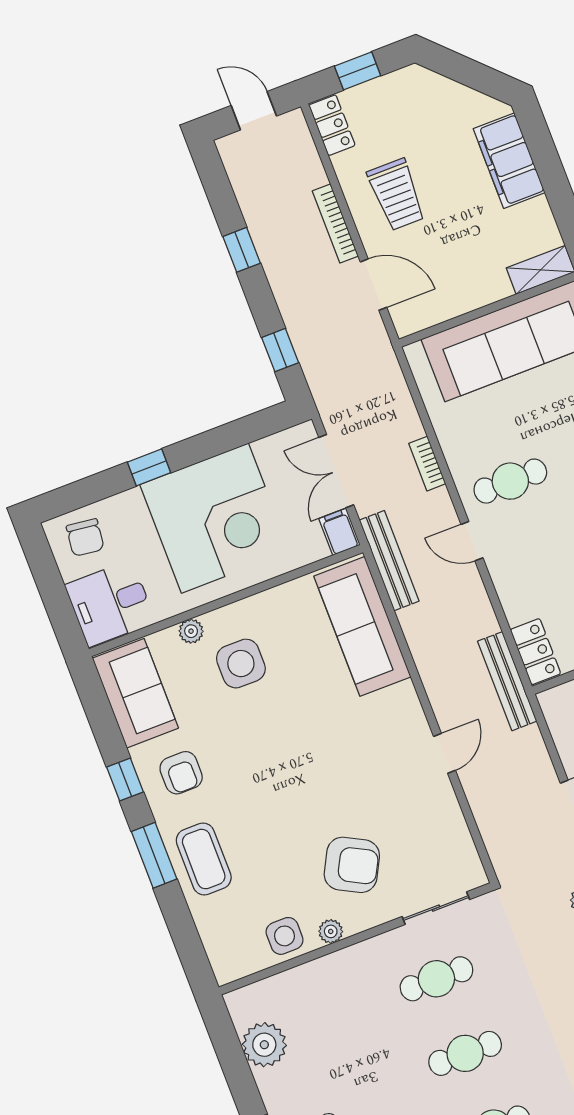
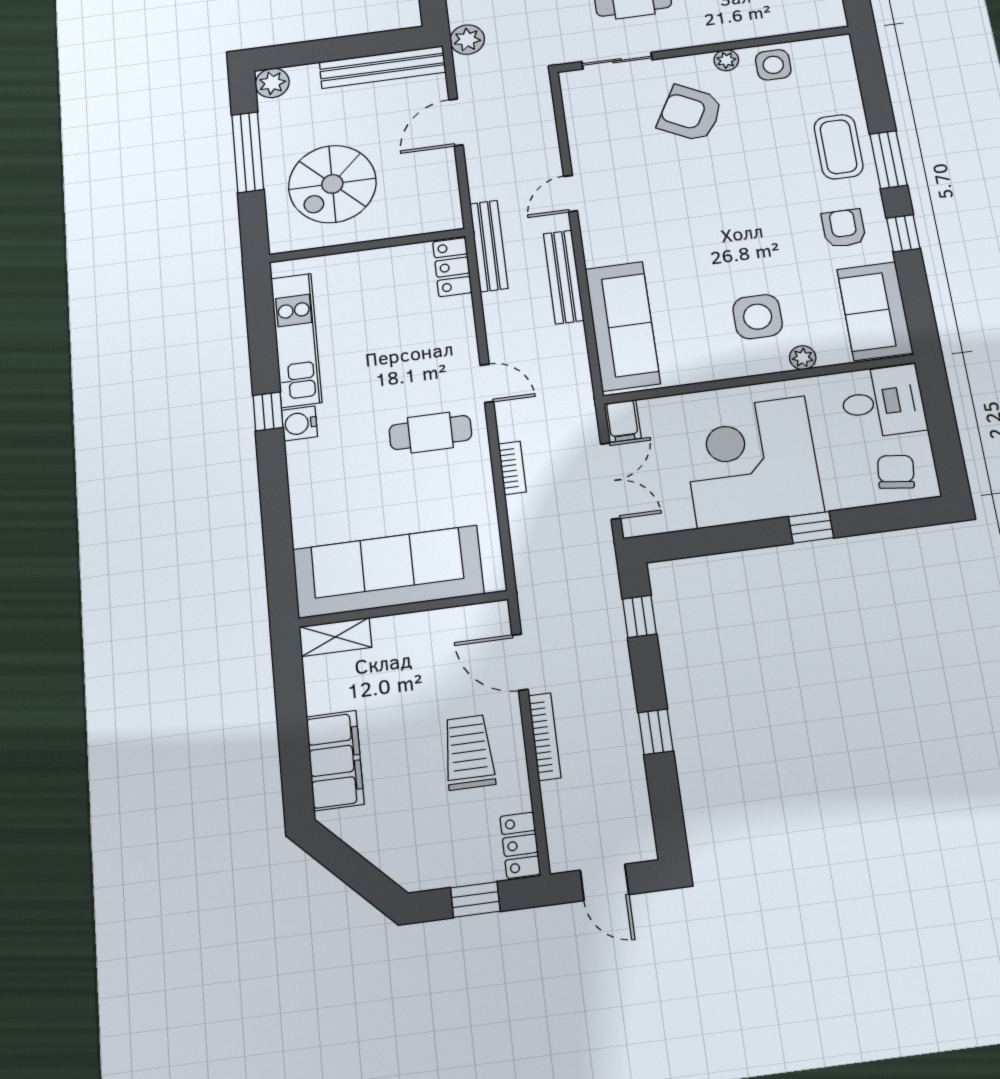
bench: (389, 561) -> (564, 277), moved

